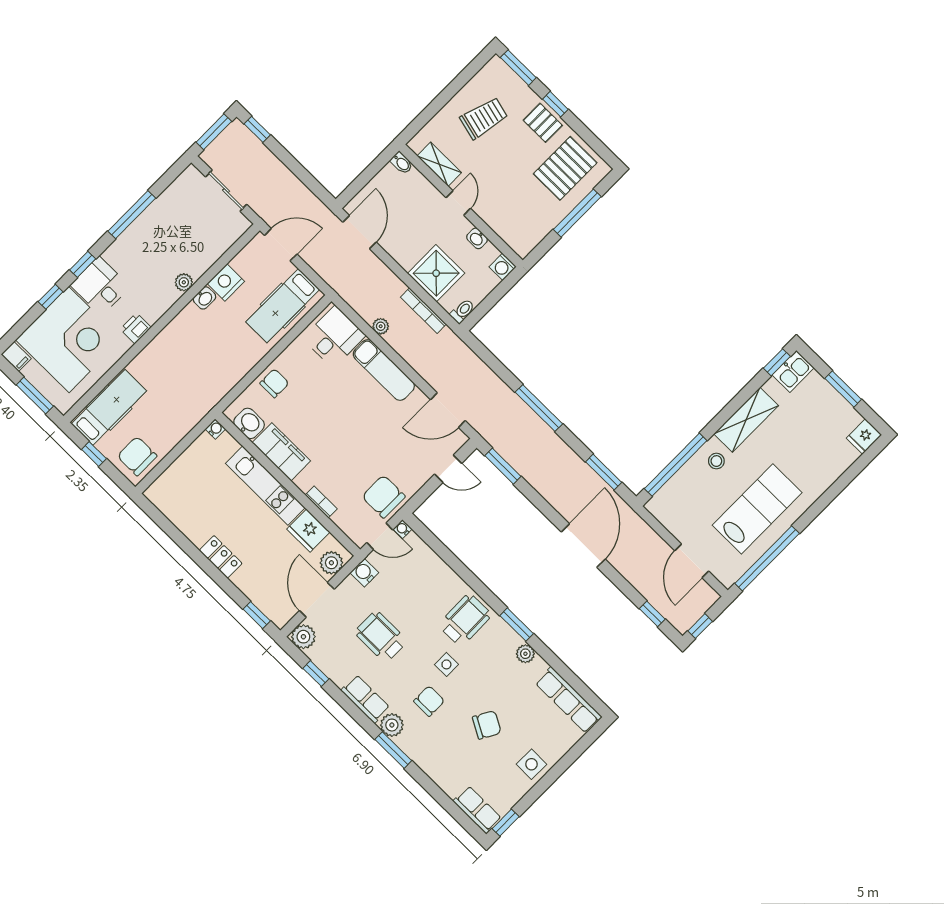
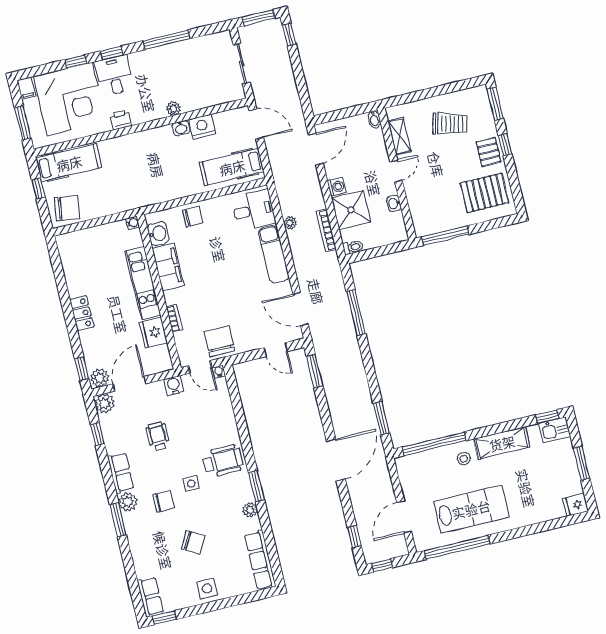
window: (577, 213) -> (445, 236), moved
washing machine: (503, 267) -> (337, 187), moved, turned 180
window: (539, 408) -> (356, 312), moved
chair: (137, 456) -> (67, 208), turned 98
plant: (331, 563) -> (100, 378), moved
wheelchair: (381, 637) -> (158, 436), width x0.73, depth x0.73

